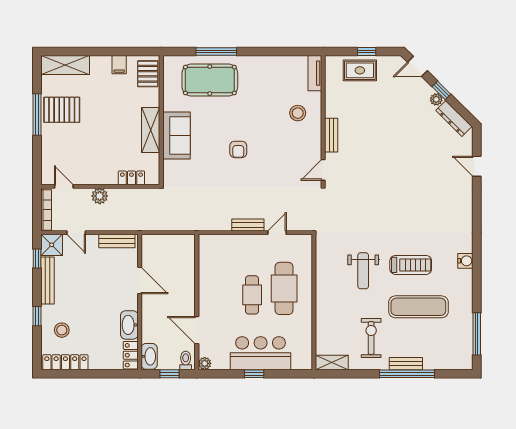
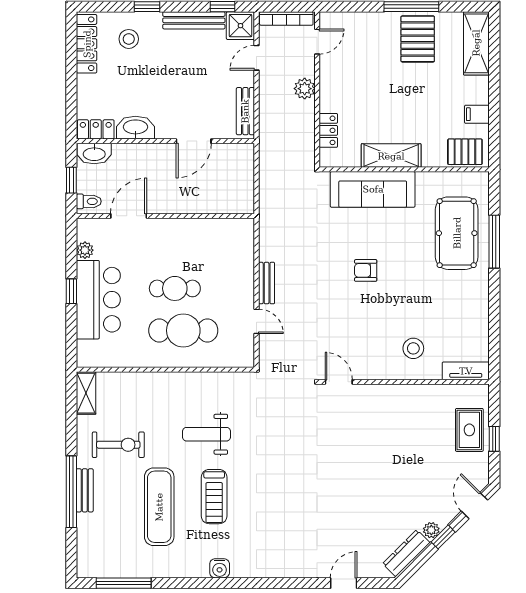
bench: (331, 135) -> (384, 392), removed
sofa: (176, 136) -> (373, 189), width x1.36
plant: (205, 363) -> (85, 250), moved

